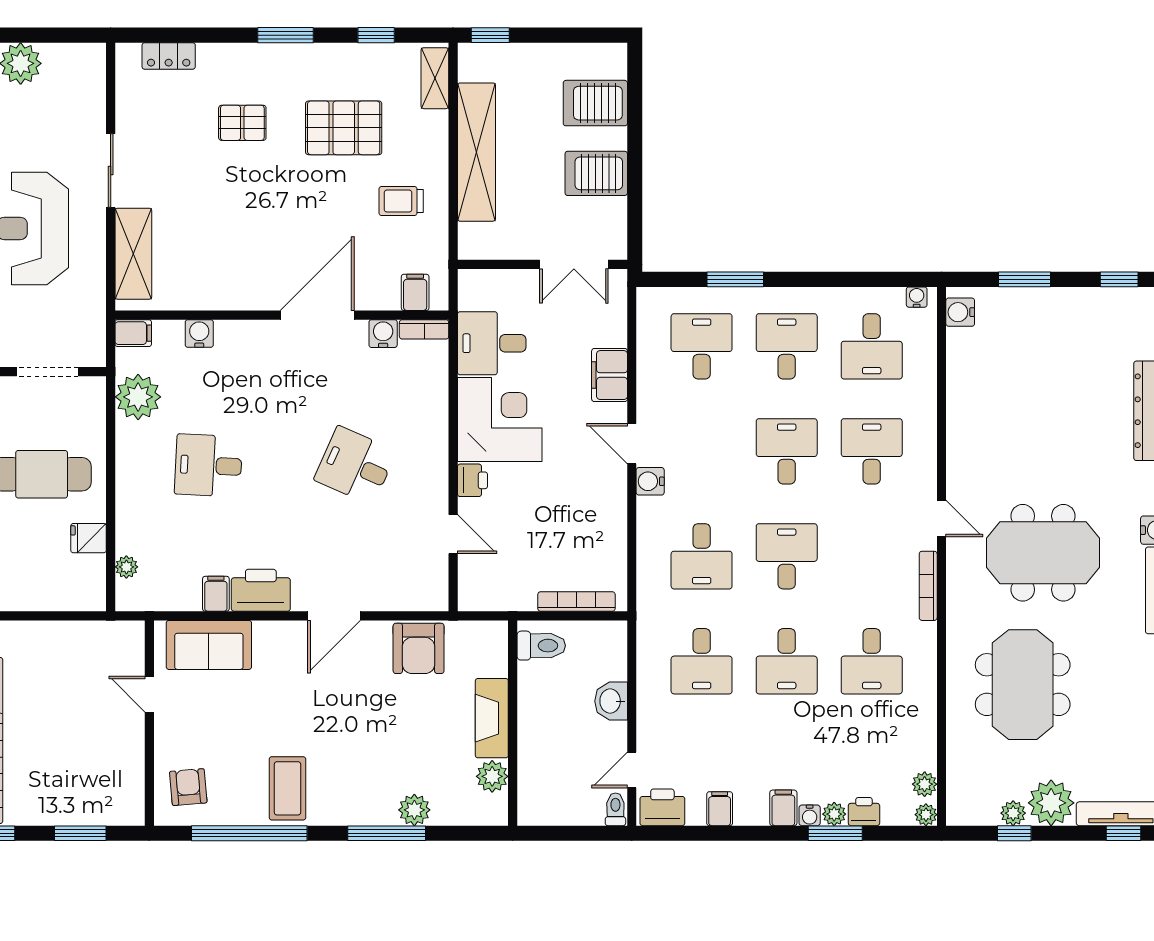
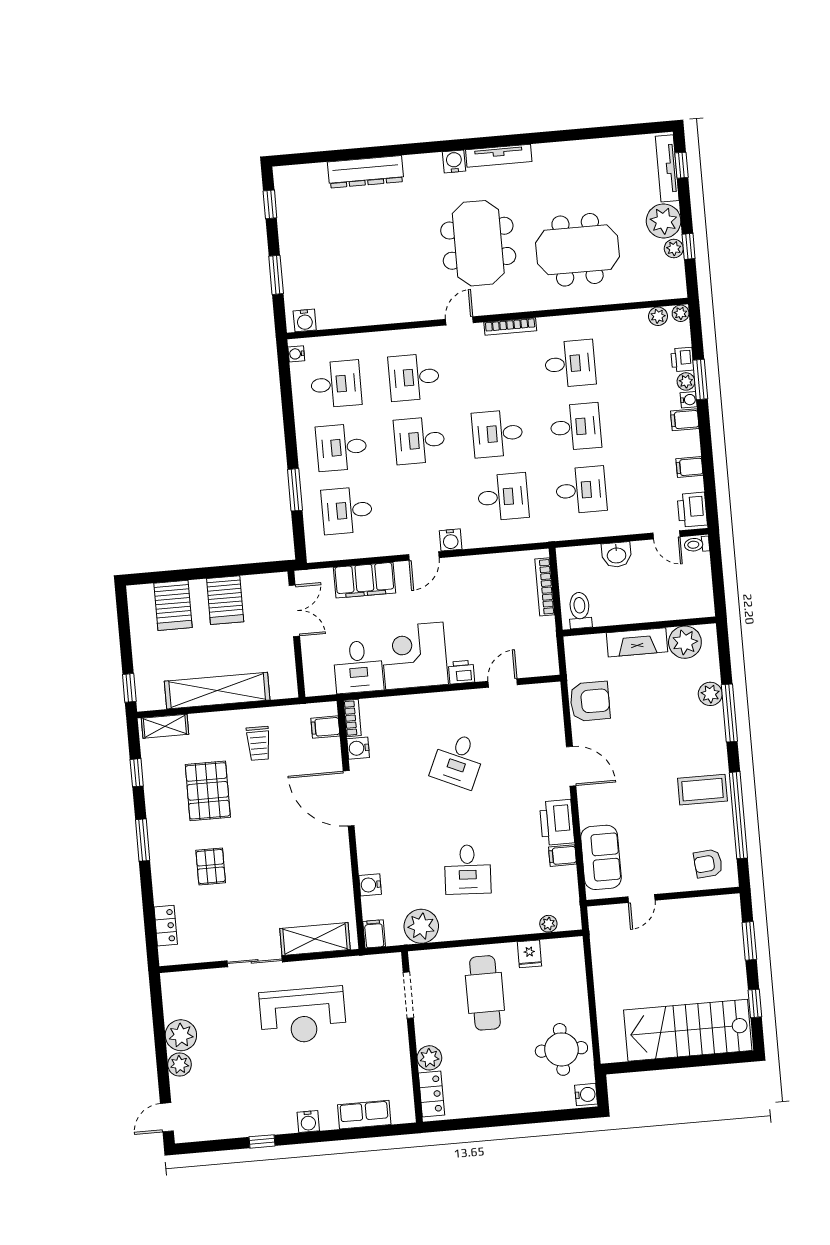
filing cabinet: (610, 375) -> (365, 580), width x1.50, depth x1.17
plant: (492, 776) -> (685, 642), width x1.36, depth x1.36

